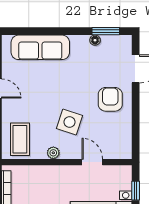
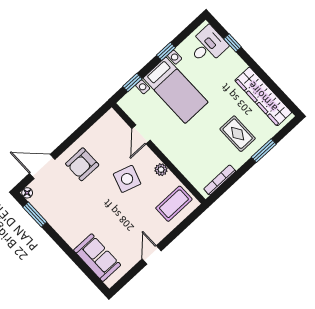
floor lamp: (95, 40) -> (27, 193), moved
sofa: (40, 47) -> (97, 258), width x0.73

